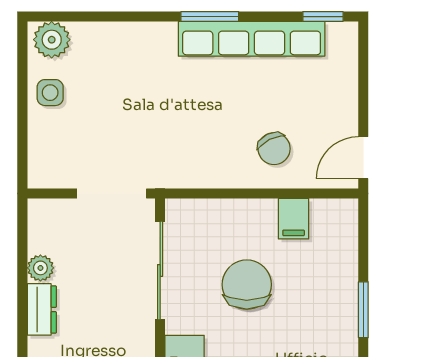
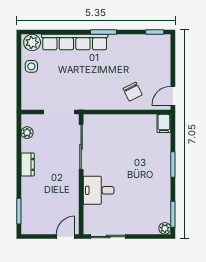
row of seats: (252, 39) -> (75, 42), moved
filing cabinet: (294, 219) -> (164, 123), moved
plant: (40, 268) -> (27, 133), moved
chair: (247, 285) -> (120, 153), removed

